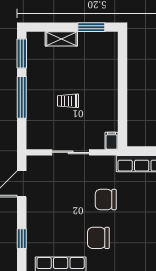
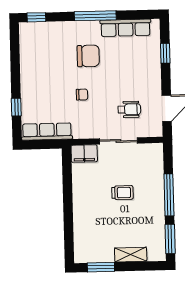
filing cabinet: (112, 141) -> (84, 154), width x2.00
wheelchair: (59, 184) -> (129, 109), added
chair: (106, 200) -> (82, 95), width x0.54, depth x0.54

